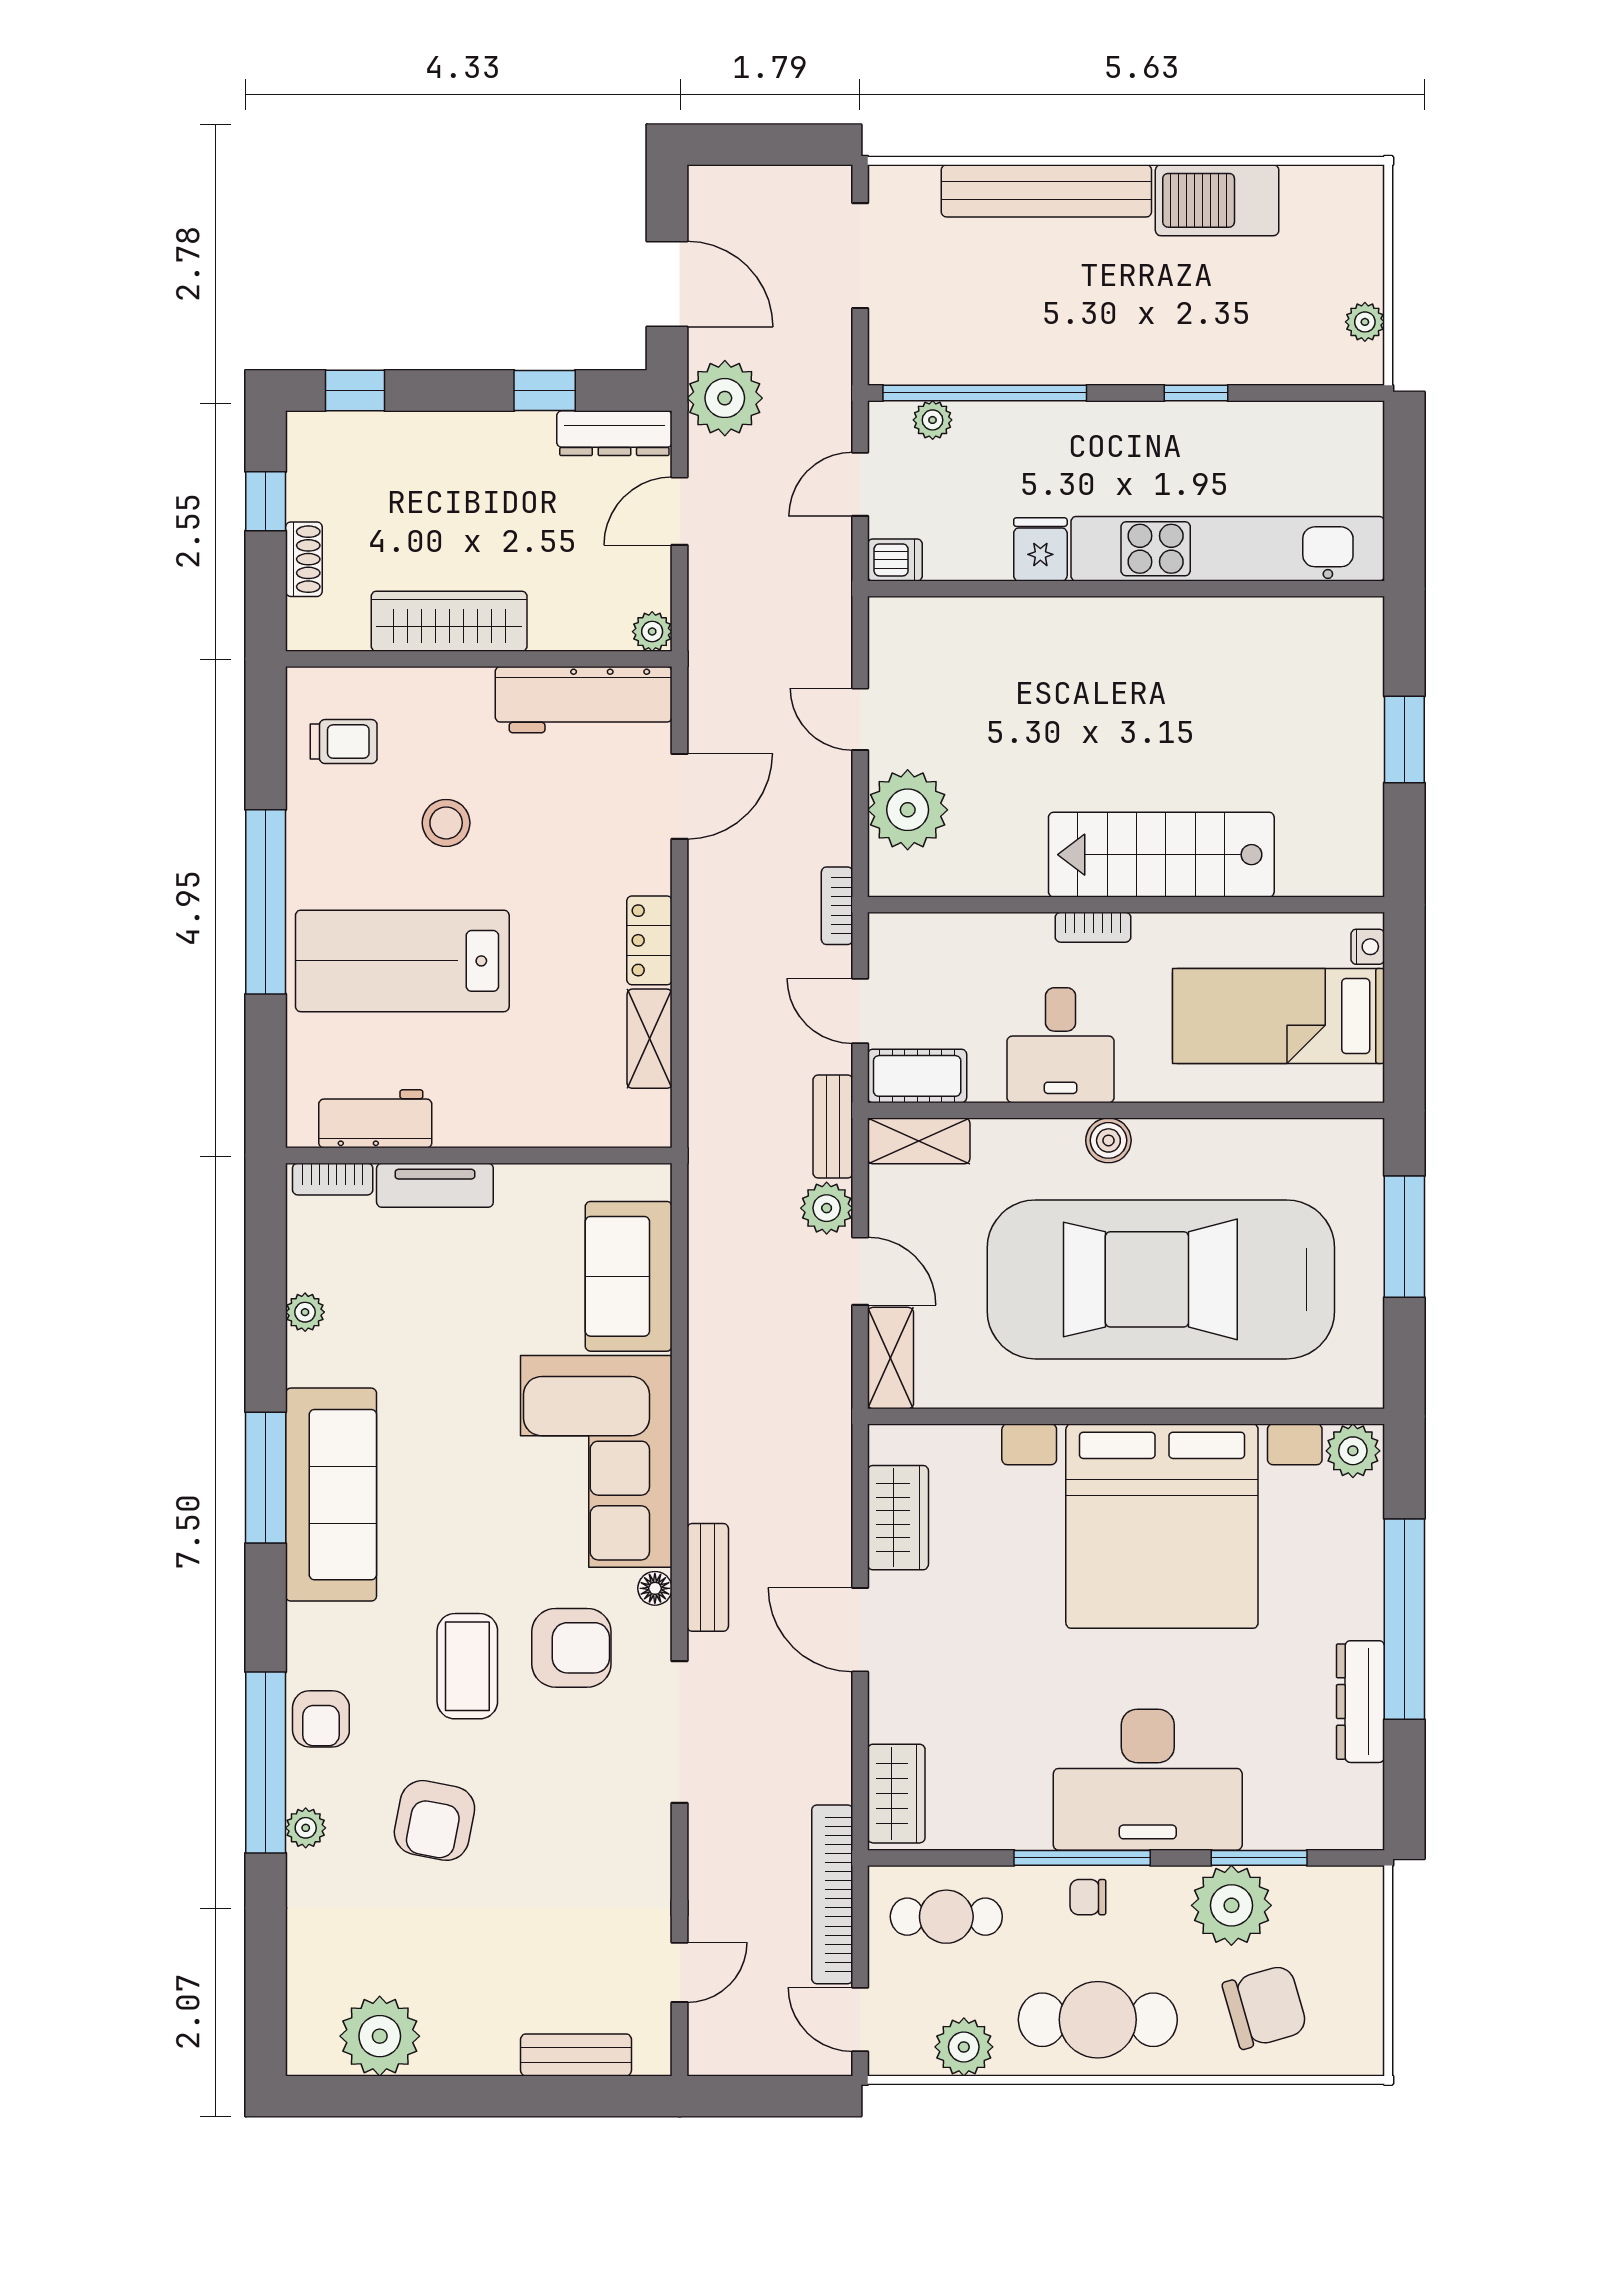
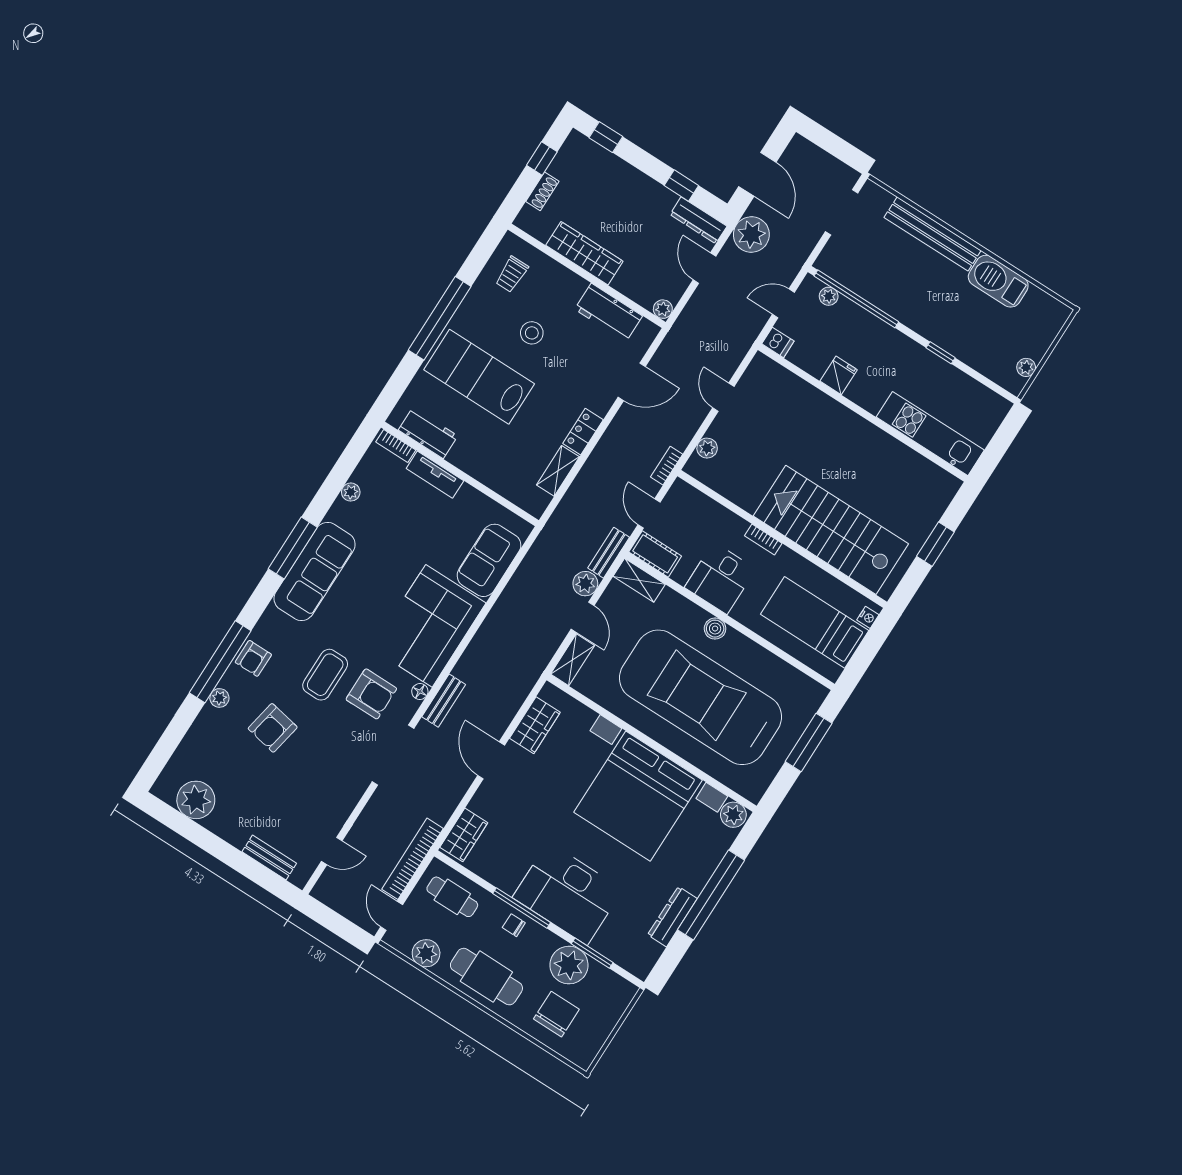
door: (680, 511) -> (704, 268), hinge flipped
kitchen unit: (1228, 549) -> (930, 434), width x0.73
workbench: (584, 700) -> (609, 313), width x0.73
trolley: (344, 742) -> (512, 274), turned 90
plant: (908, 810) -> (707, 448), width x0.53, depth x0.53
stairs: (1161, 855) -> (831, 530), width x1.36, depth x1.51
chair: (1265, 2007) -> (556, 1014), turned -74

